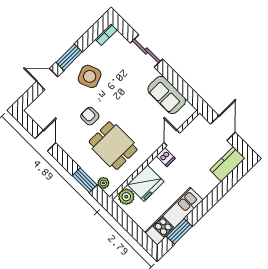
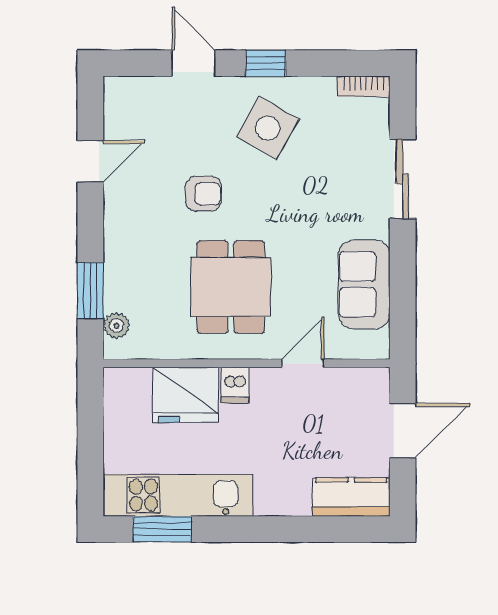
window: (69, 57) -> (265, 63), width x0.67
side table: (90, 76) -> (268, 128), turned -38
armchair: (90, 116) -> (203, 194), turned 90
dining table: (113, 146) -> (231, 287), moved
dishwasher: (166, 157) -> (235, 385), moved
plant: (126, 197) -> (132, 386), removed

